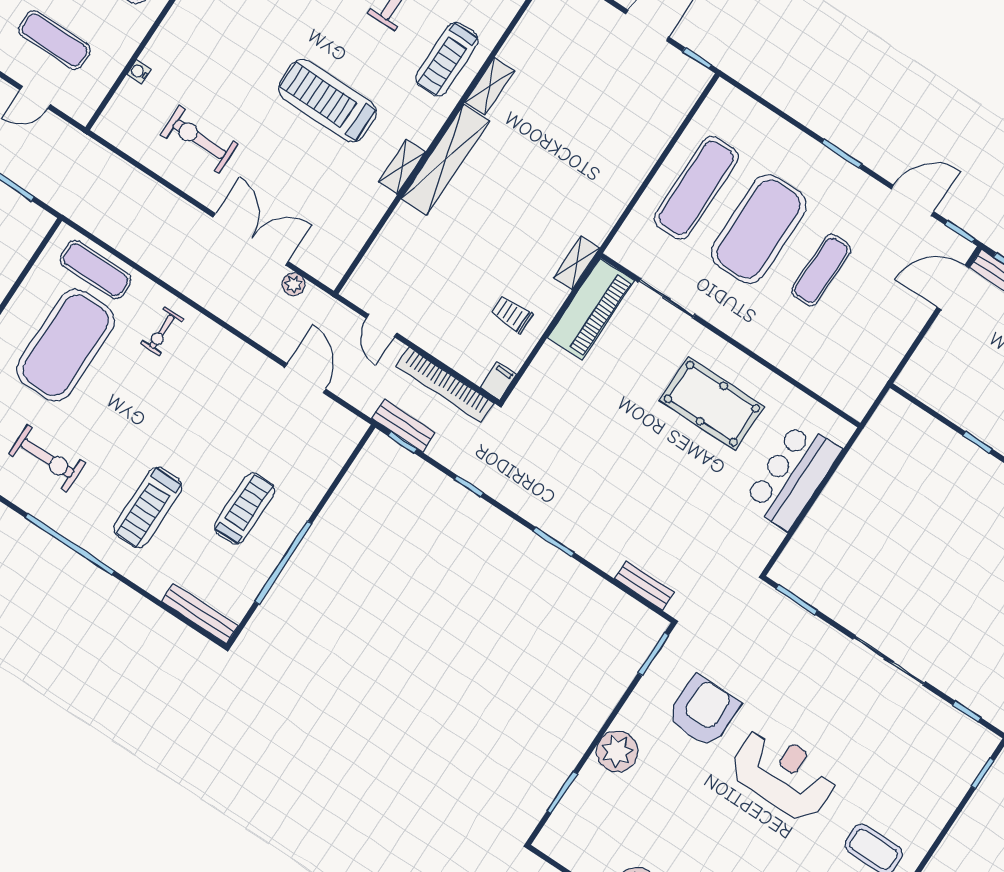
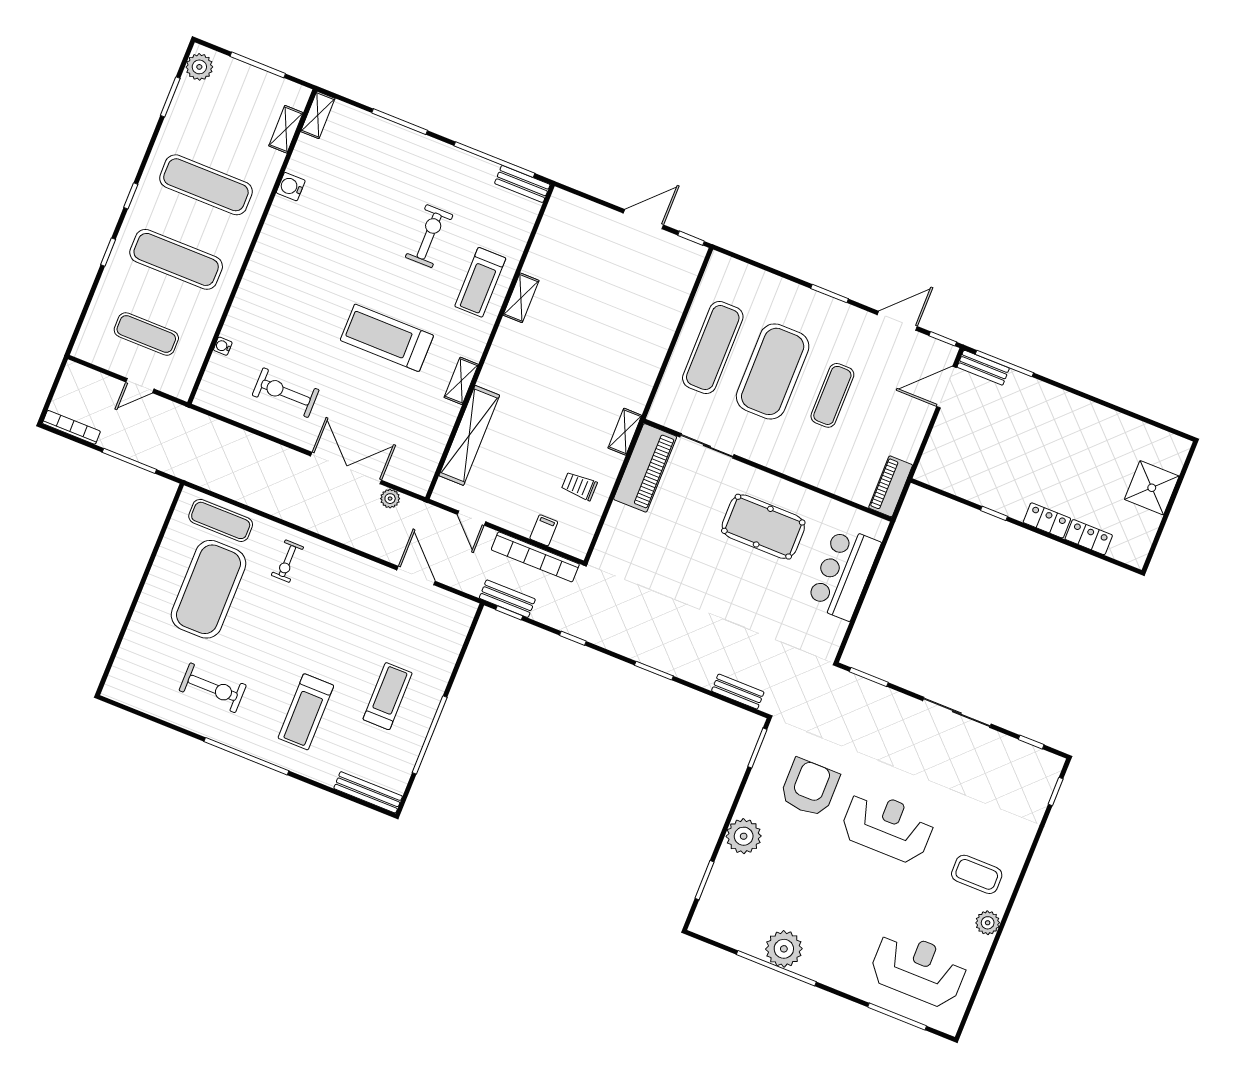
shelving: (445, 160) -> (469, 435), moved
filing cabinet: (498, 381) -> (544, 530), moved
piano: (866, 387) -> (891, 486), added

